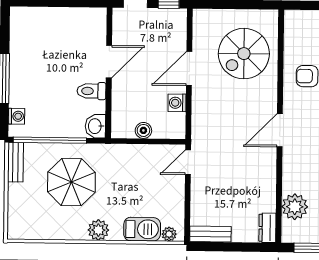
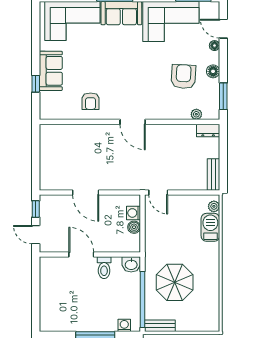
spiral stairs: (244, 54) -> (74, 150), removed
washing machine: (177, 103) -> (133, 213), moved, turned 90
plant: (295, 207) -> (196, 114), width x0.53, depth x0.53
plant: (98, 230) -> (211, 261), removed

